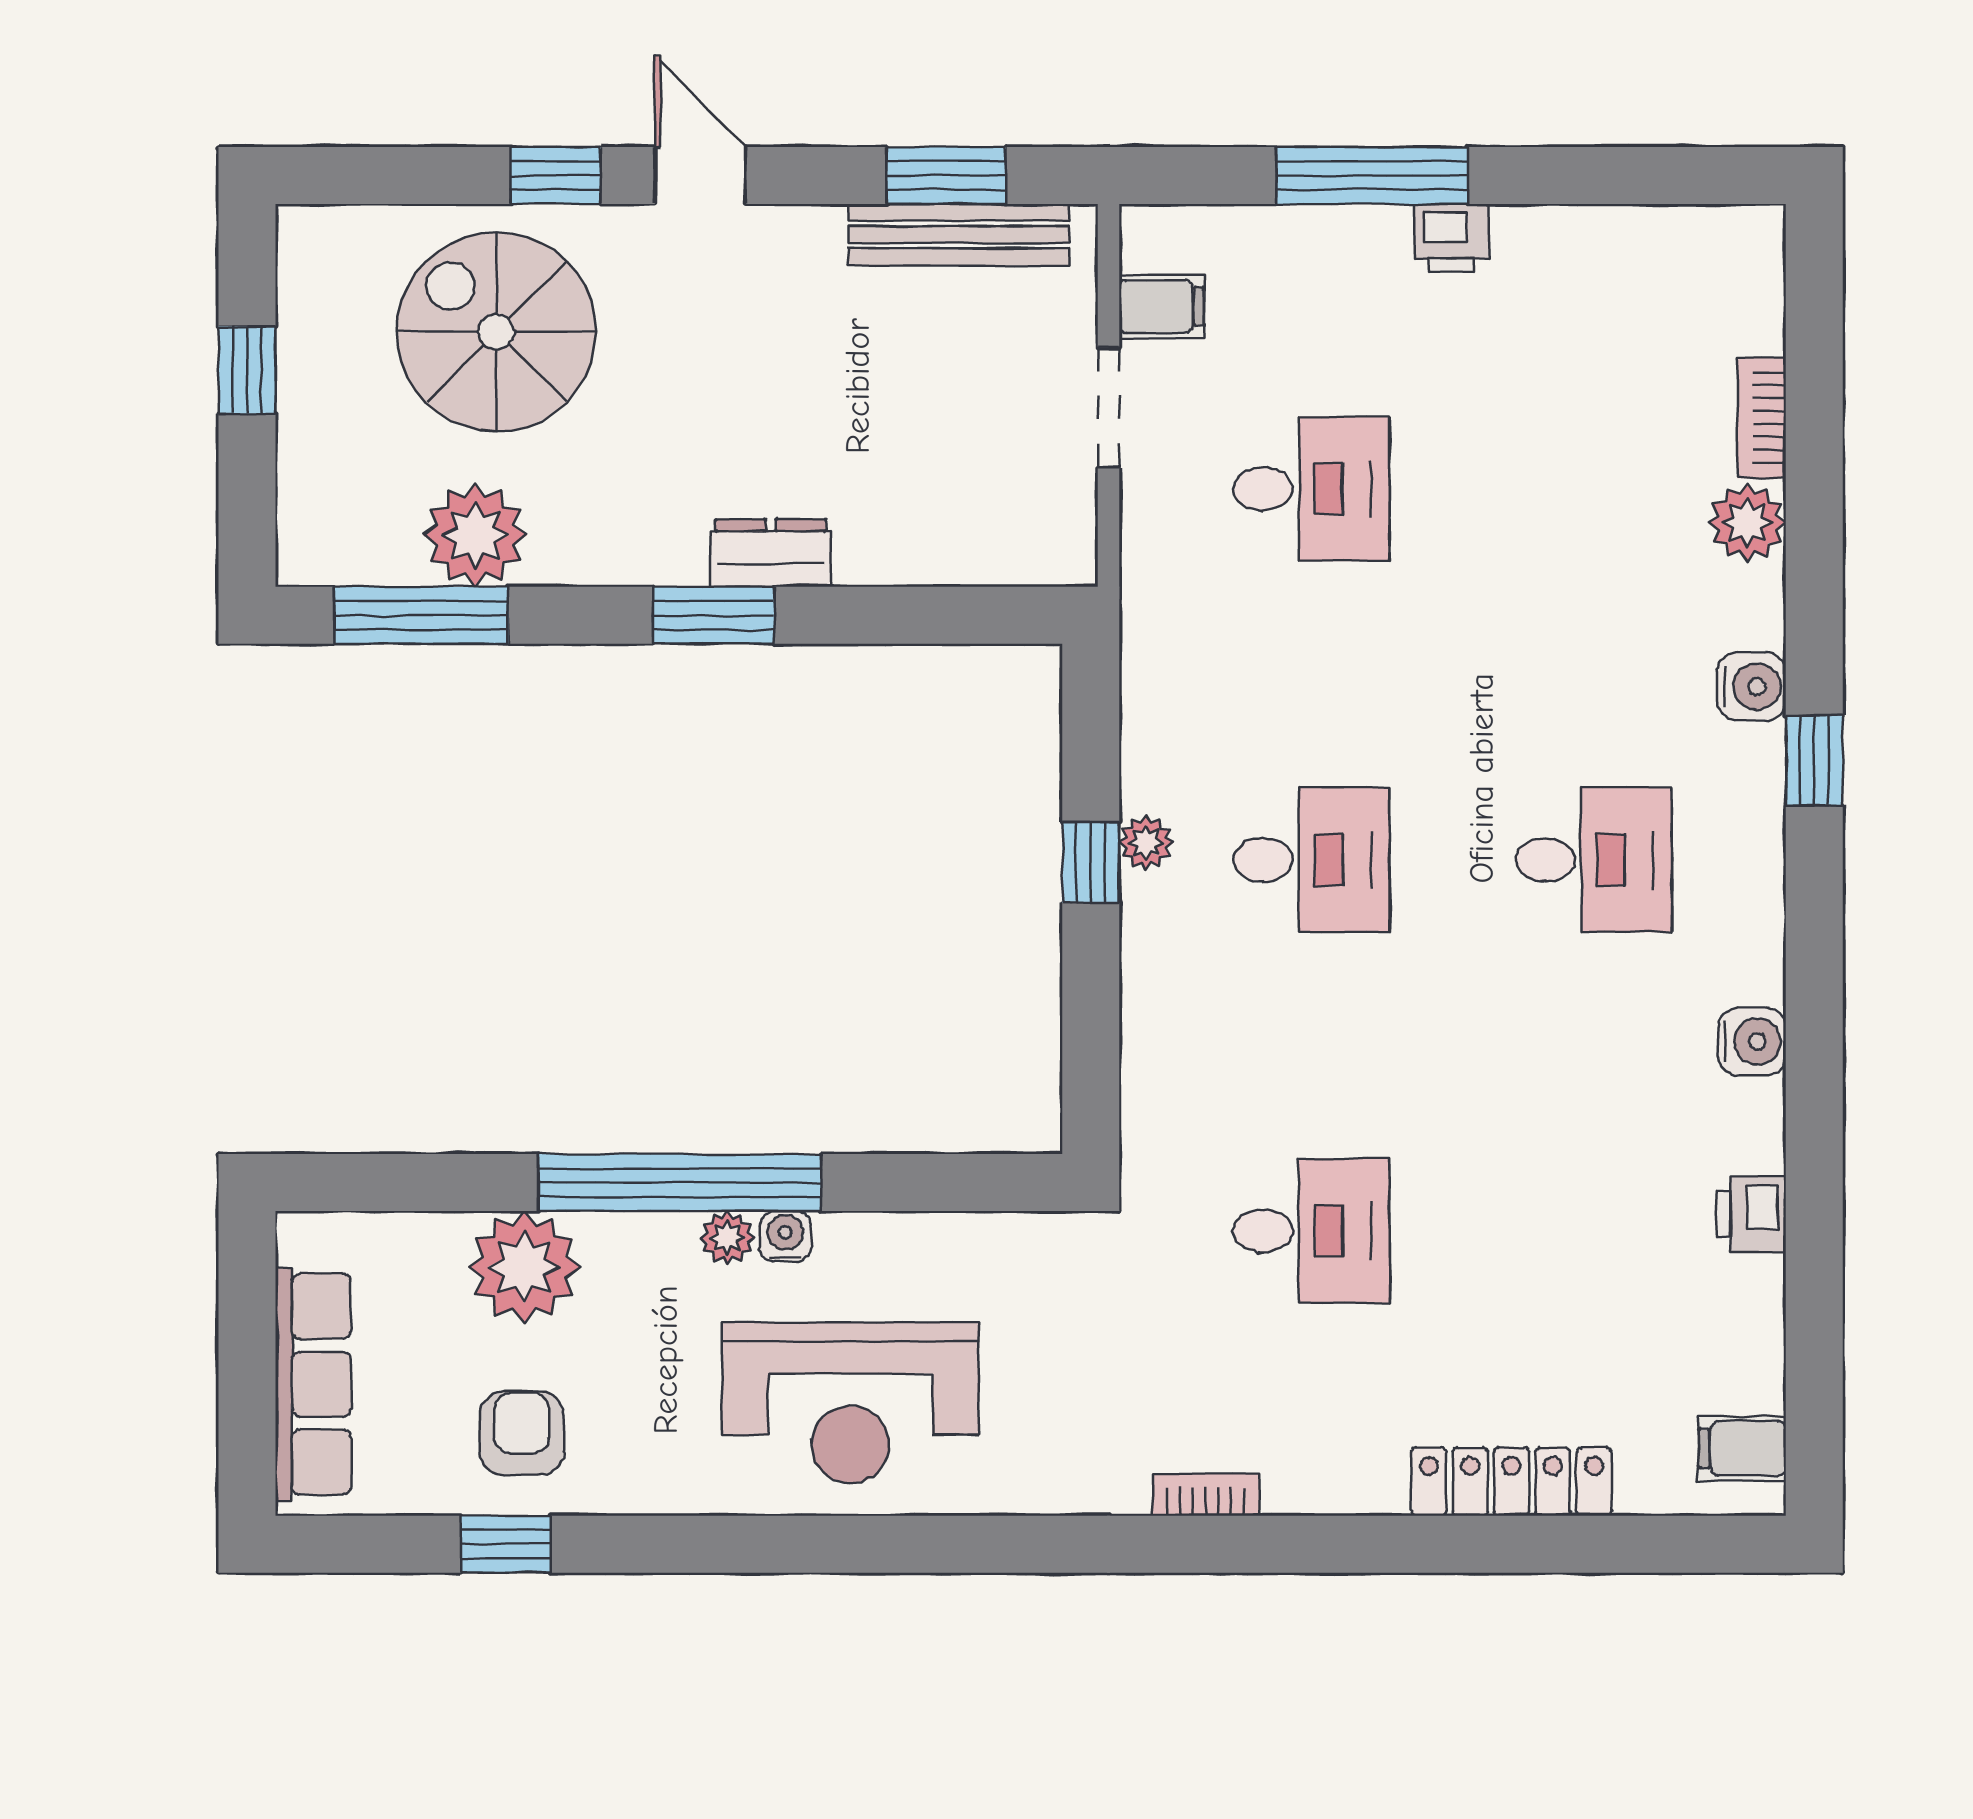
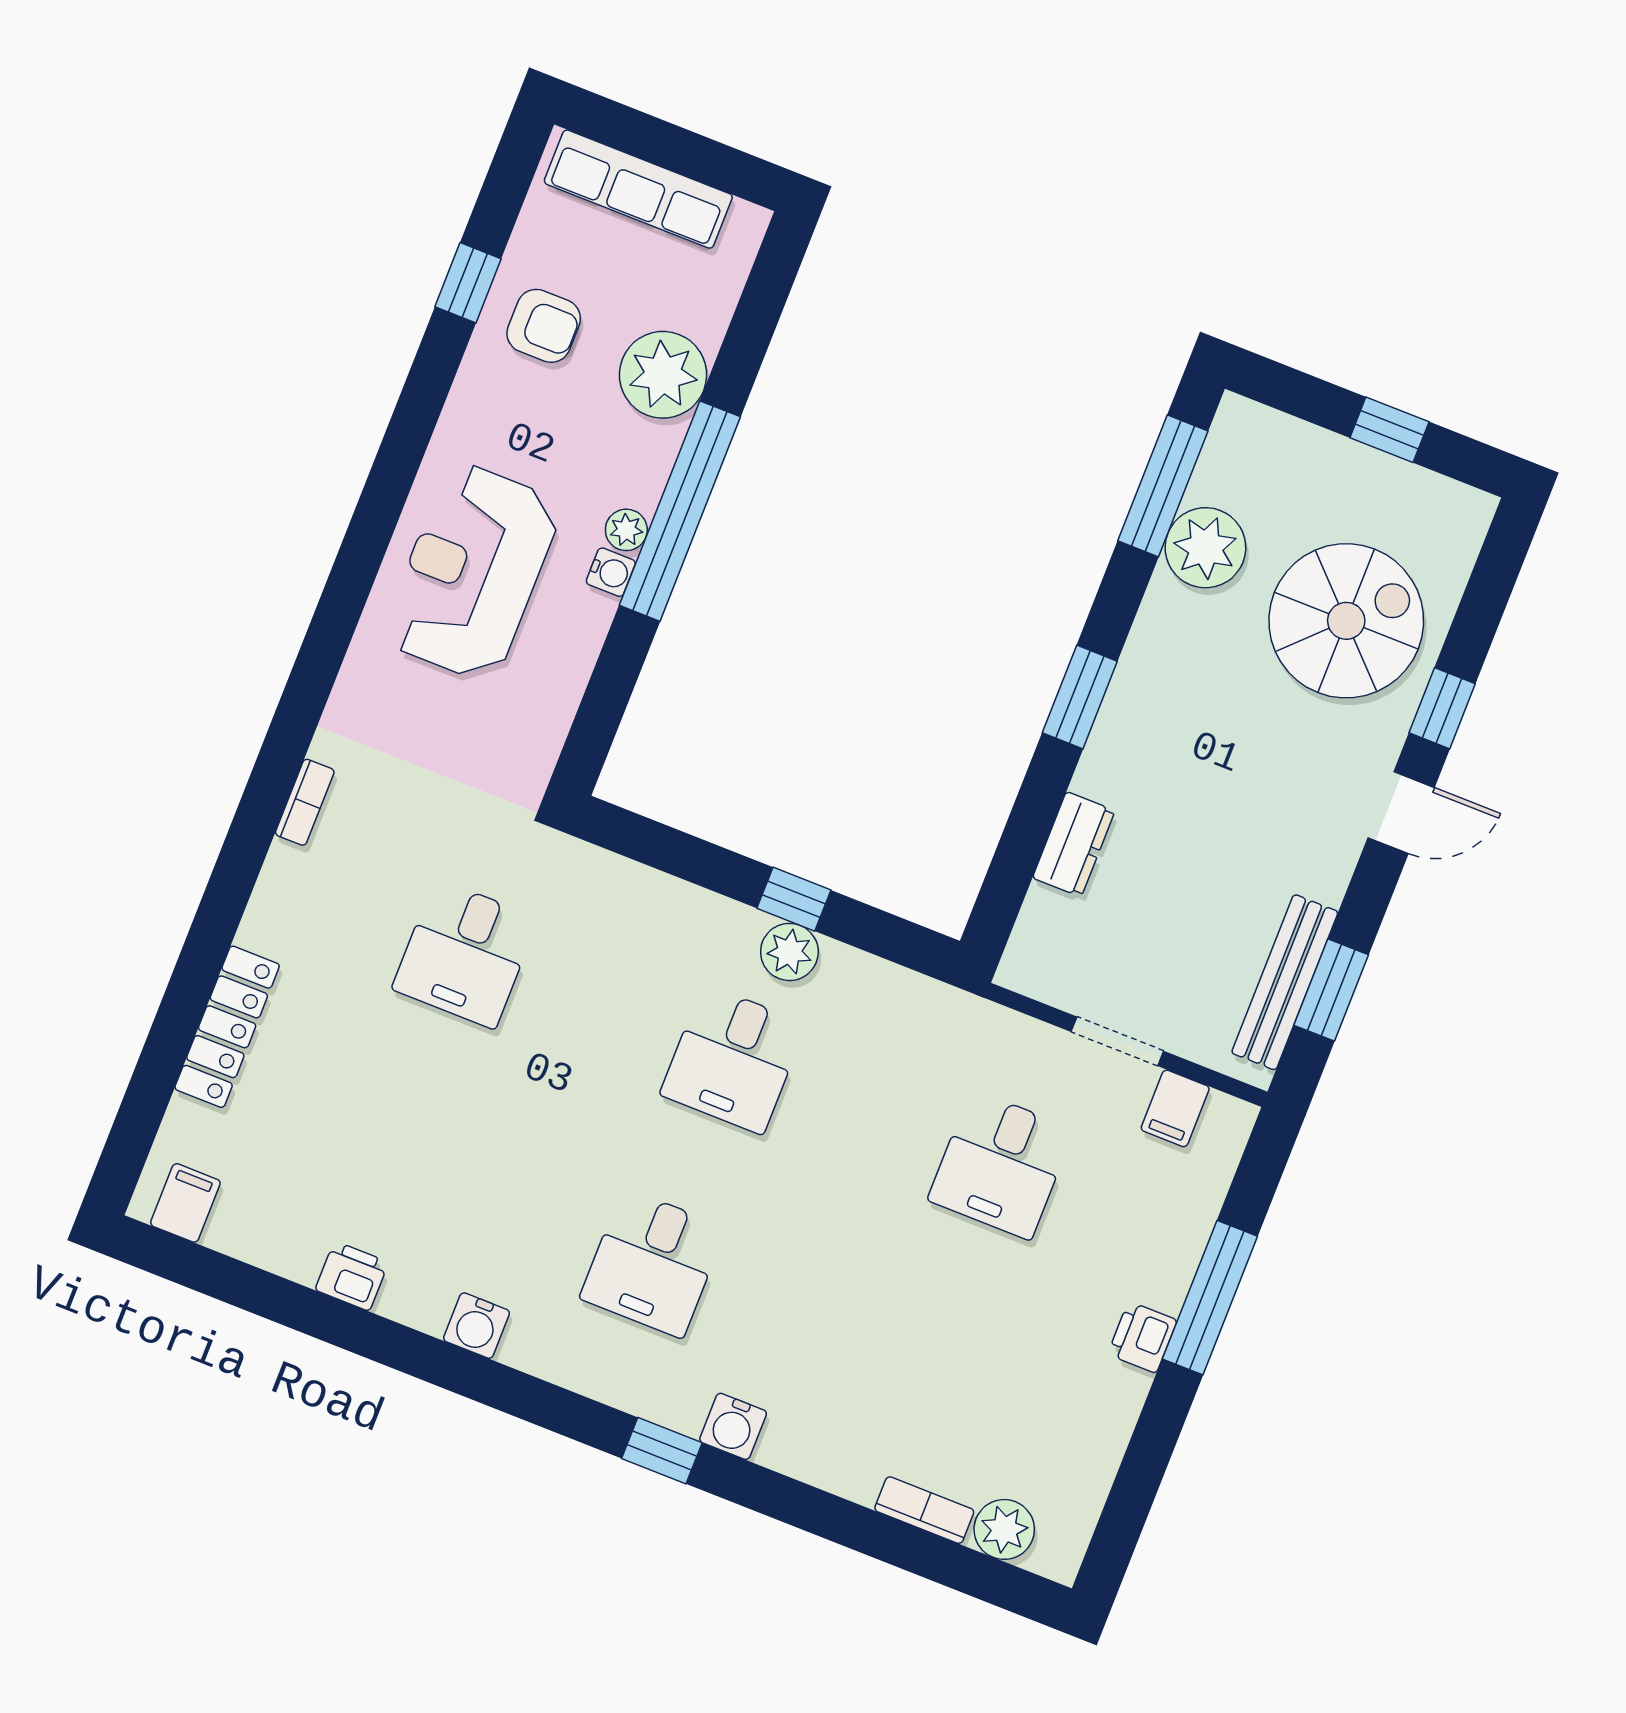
plant: (1747, 523) -> (1004, 1529), moved
dresser: (771, 553) -> (1074, 844), moved
plant: (1146, 843) -> (789, 952), width x1.38, depth x1.38

